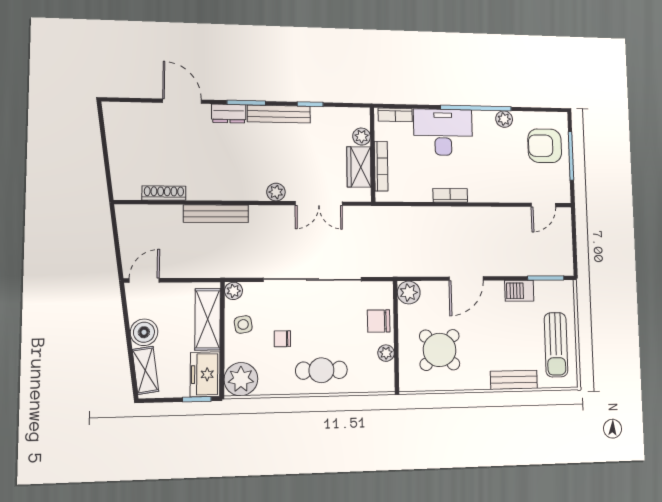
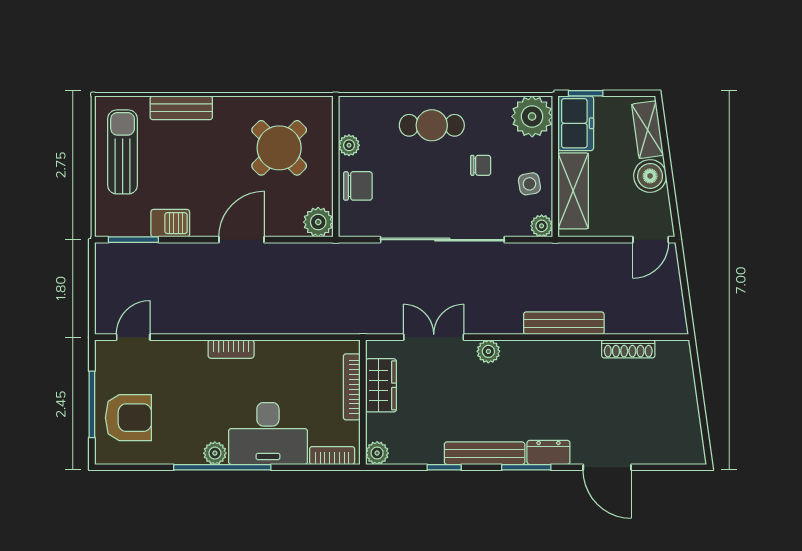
plant: (504, 119) -> (215, 453), moved
plant: (362, 137) -> (377, 453), moved
bookcase: (450, 195) -> (231, 349), moved

